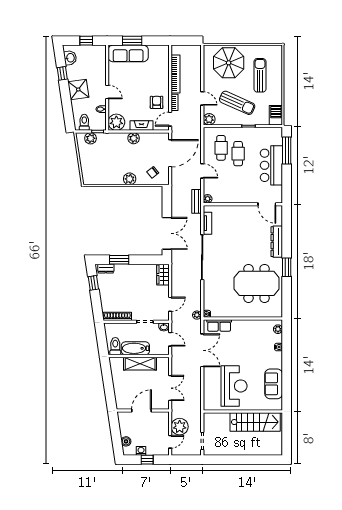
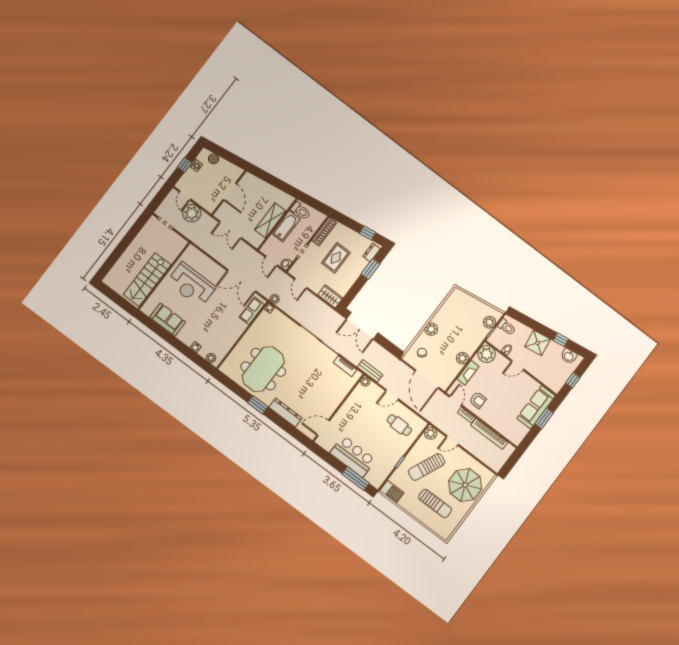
cafe table: (238, 154) -> (384, 436), removed
rug: (130, 292) -> (336, 258), added
door: (170, 339) -> (271, 261), hinge flipped

